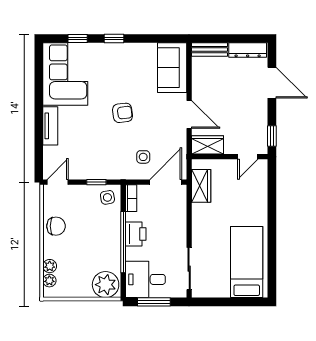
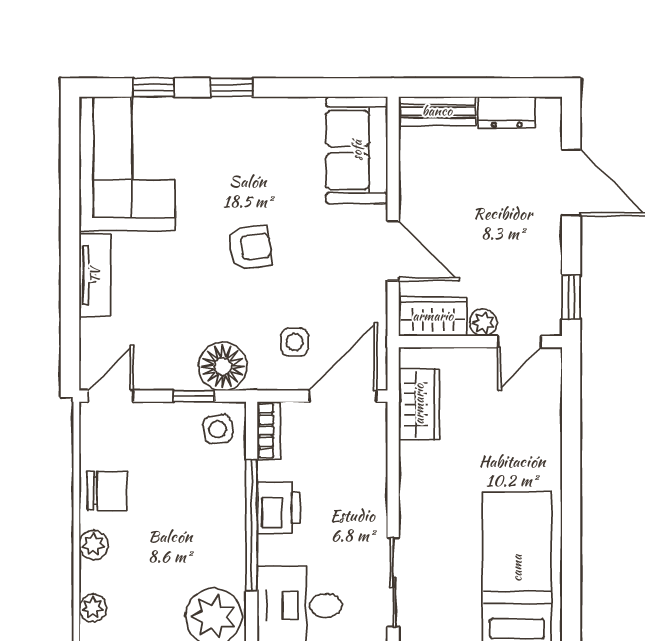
dresser: (248, 50) -> (507, 112), width x0.70
plant: (231, 148) -> (484, 322), added
floor lamp: (110, 168) -> (223, 366), added
plant: (50, 266) -> (94, 545), moved

